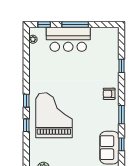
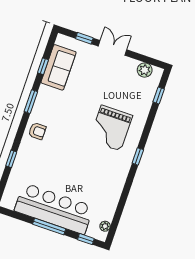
bar counter: (68, 39) -> (54, 209), width x1.36
grand piano: (54, 115) -> (111, 128), width x0.73, depth x0.68
window: (26, 125) -> (159, 95), moved

